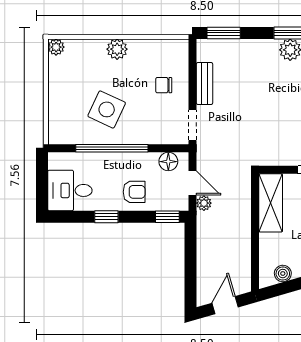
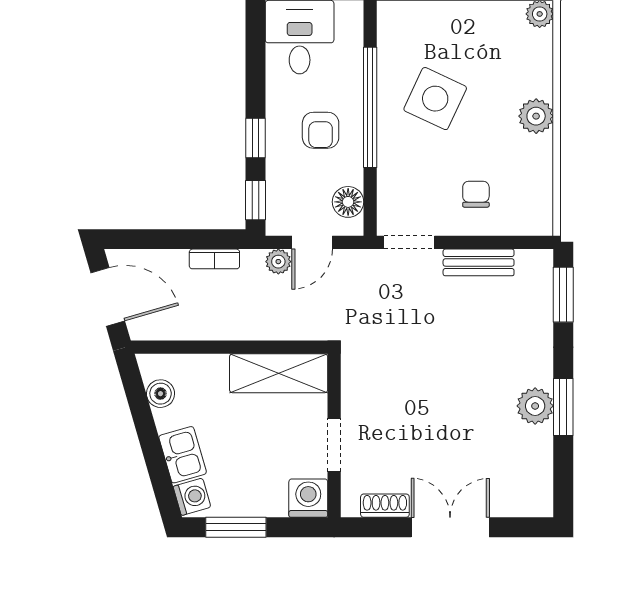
armchair: (134, 192) -> (321, 130), moved
window: (106, 217) -> (256, 138), moved
bookcase: (202, 241) -> (214, 259), added
door: (225, 305) -> (108, 297), width x1.38

